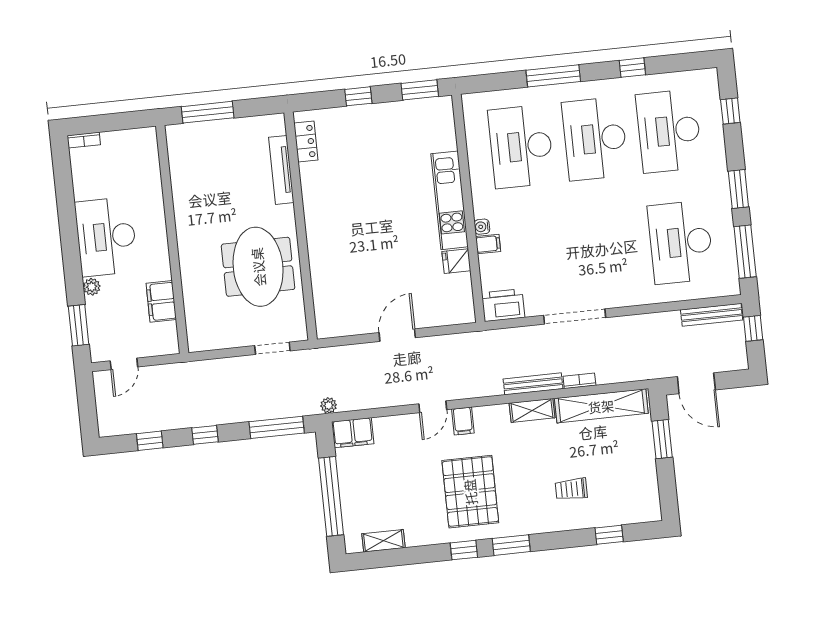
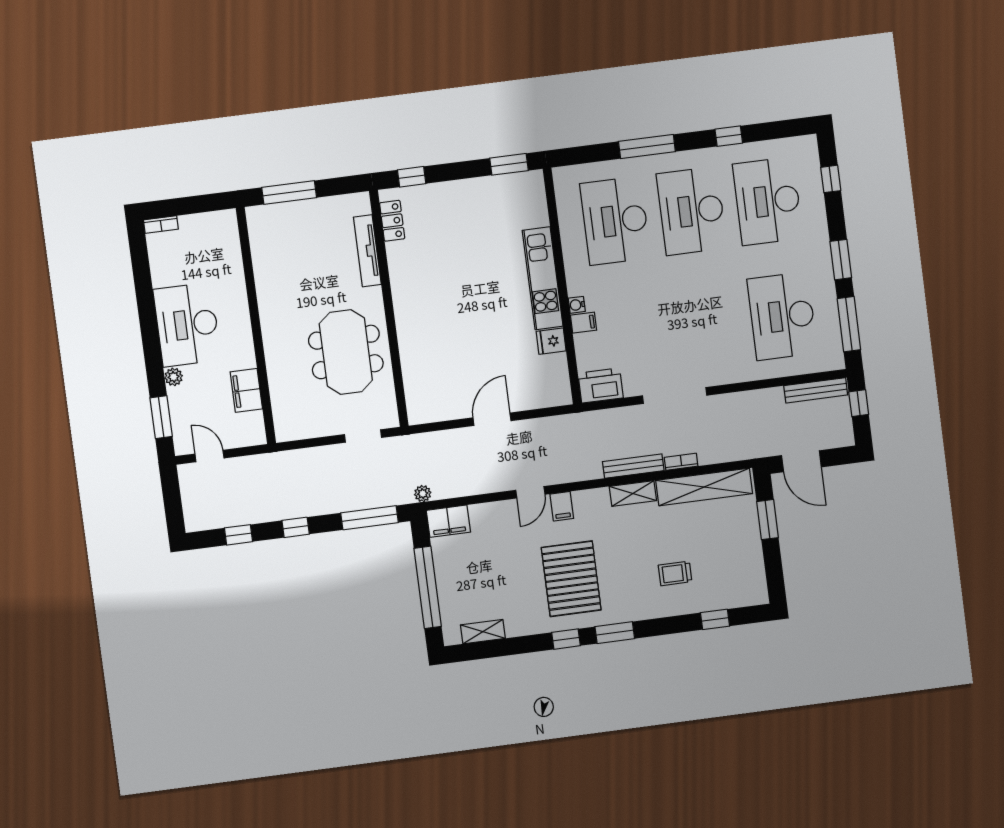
window: (358, 96) -> (412, 177), moved
door: (124, 364) -> (209, 456), swing flipped

